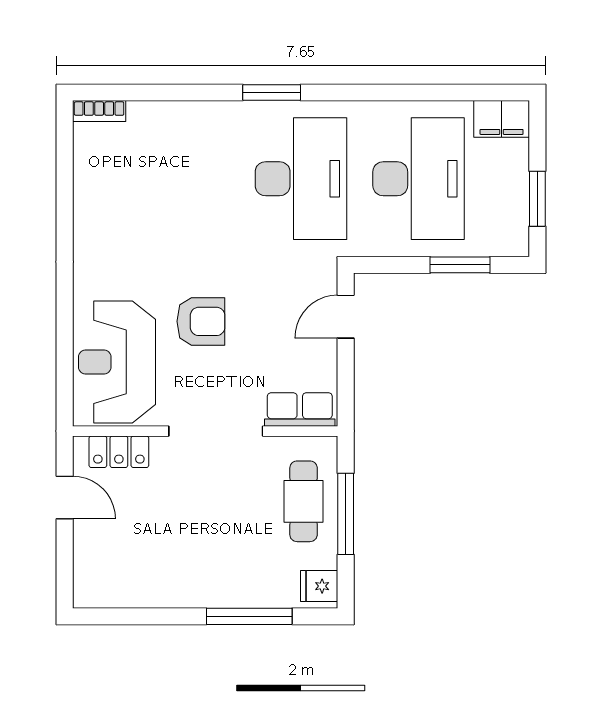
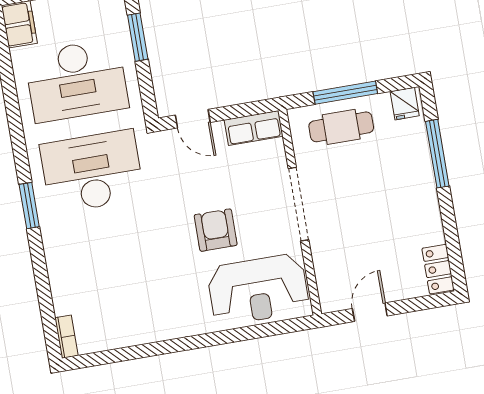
desk: (419, 179) -> (76, 81), turned 180
row of seats: (300, 409) -> (254, 128), moved, turned -90
locker: (119, 452) -> (438, 269), moved, turned 180

